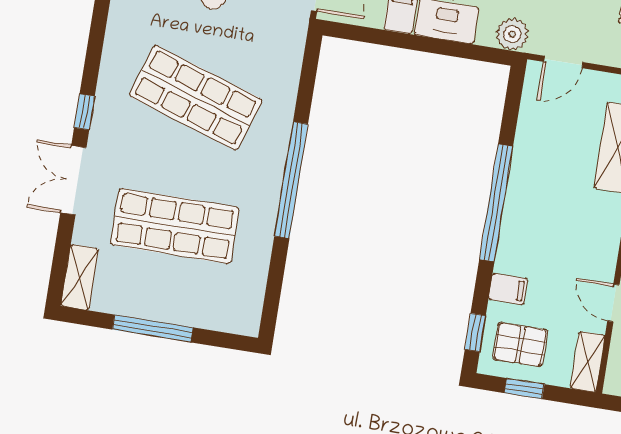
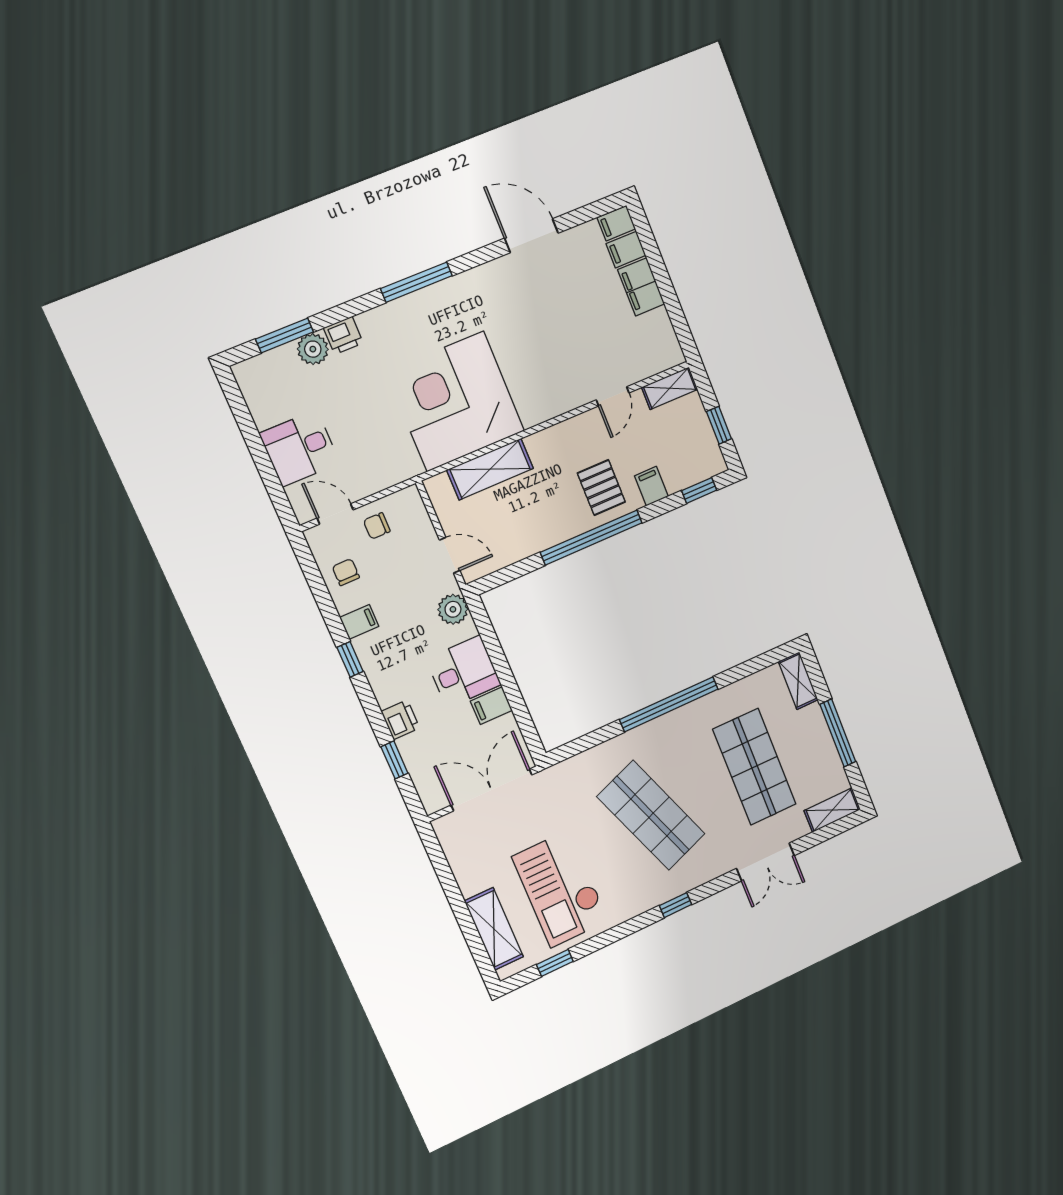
shop shelf: (196, 98) -> (651, 815), turned -39
window: (84, 112) -> (676, 905), moved
shelving: (230, 320) -> (798, 681), added
pallet: (520, 345) -> (601, 488), moved

